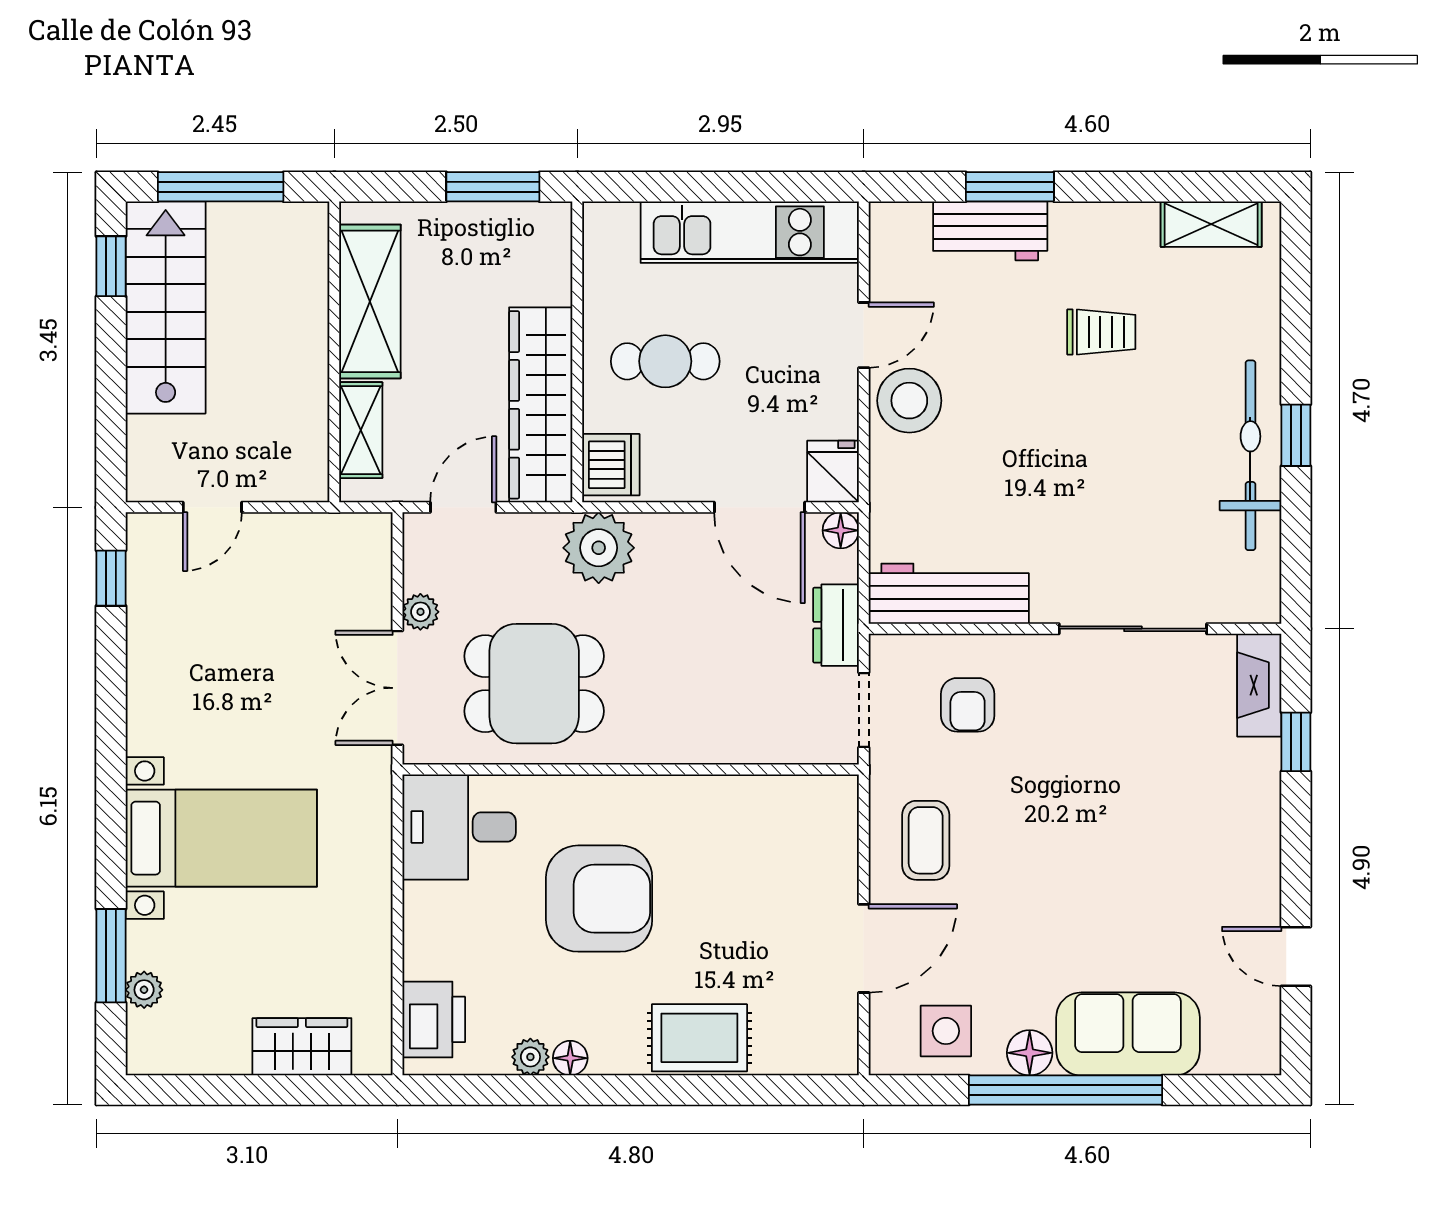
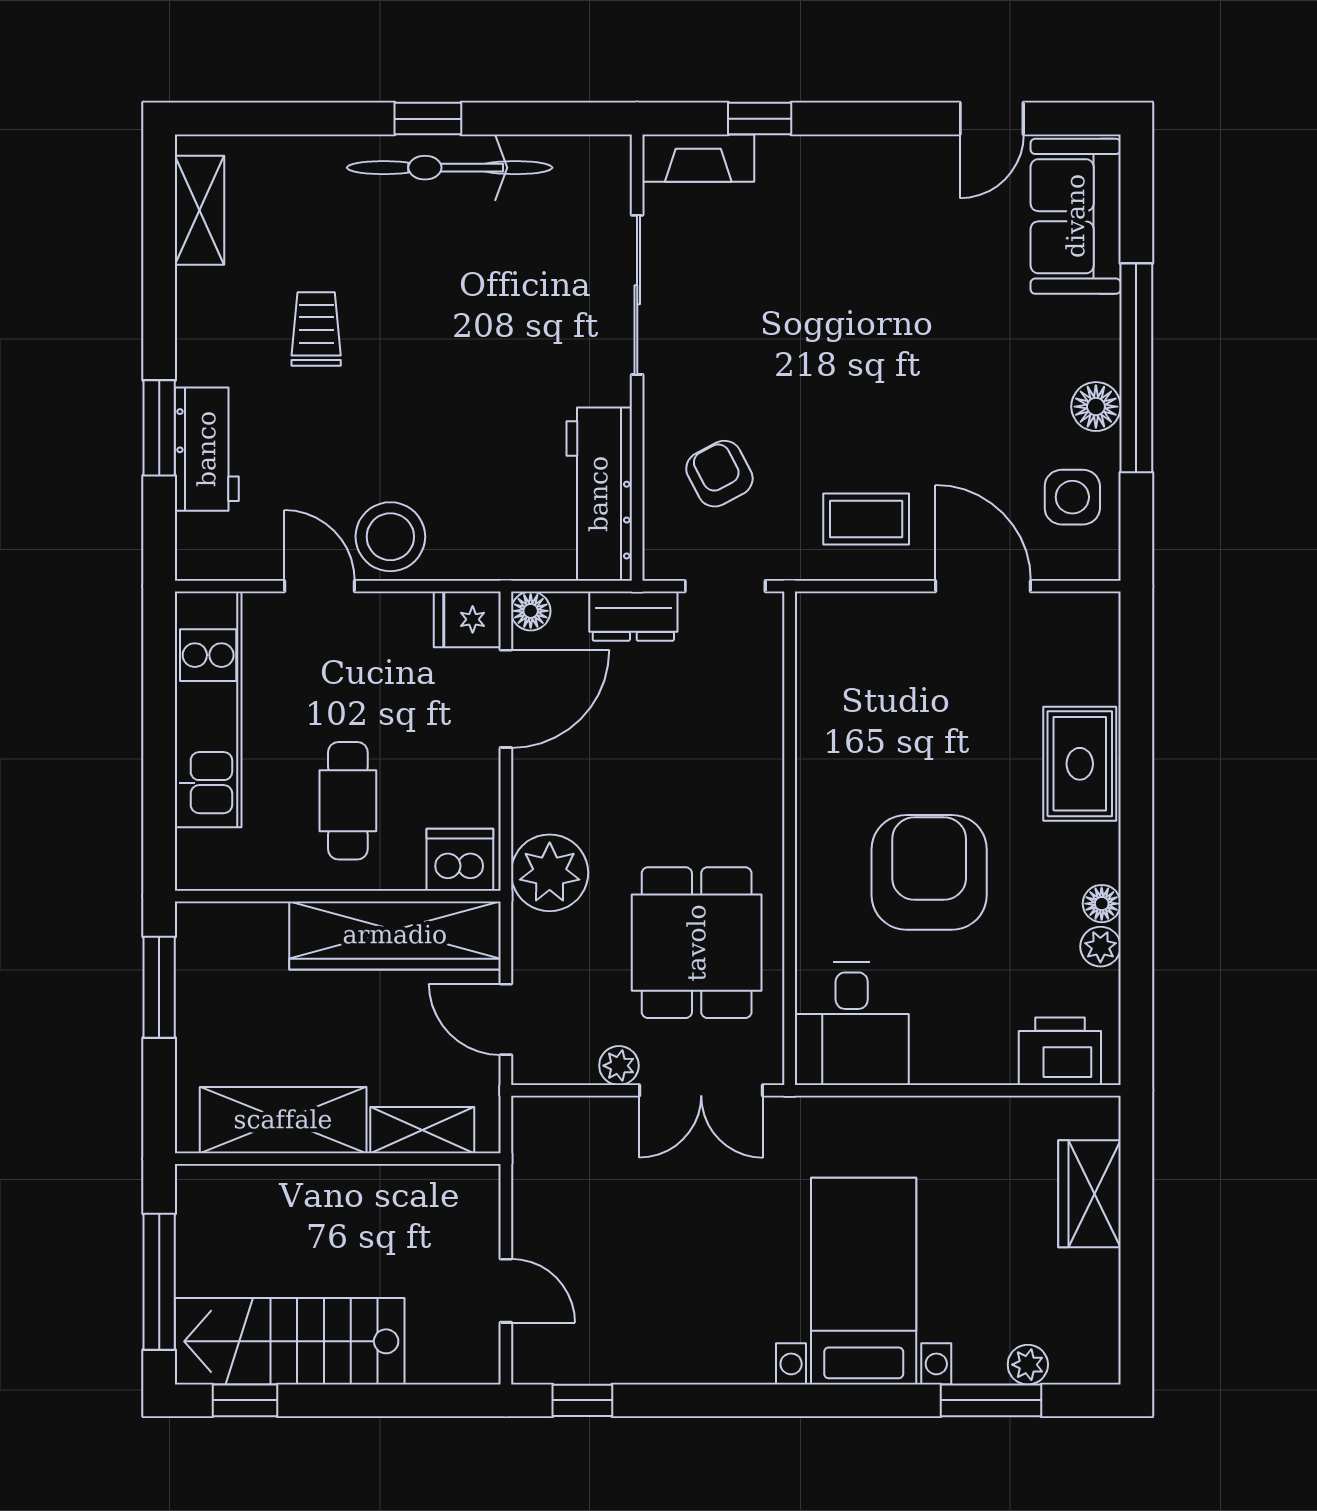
armchair: (968, 705) -> (719, 474), turned -118
sofa: (1128, 1034) -> (1076, 216), moved

